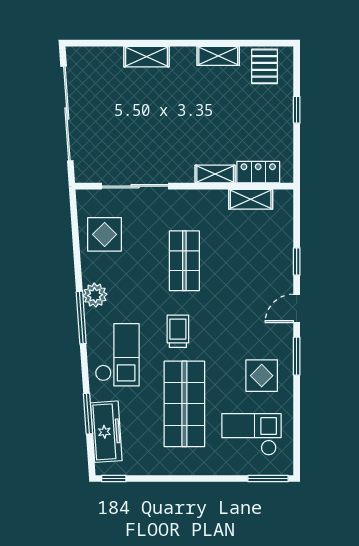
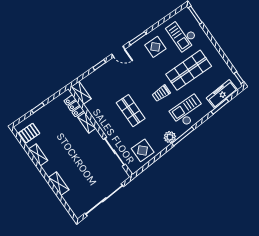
shelving: (251, 199) -> (81, 93), moved
shop shelf: (184, 261) -> (131, 111), turned 90

